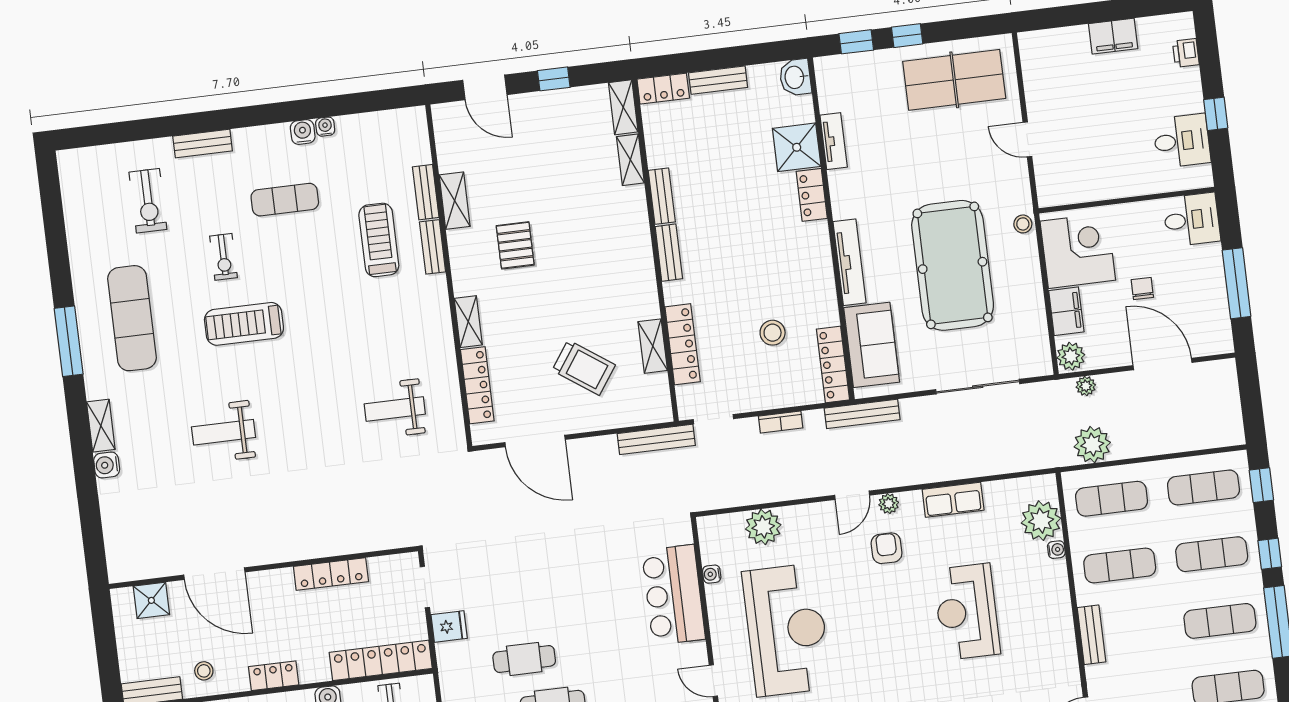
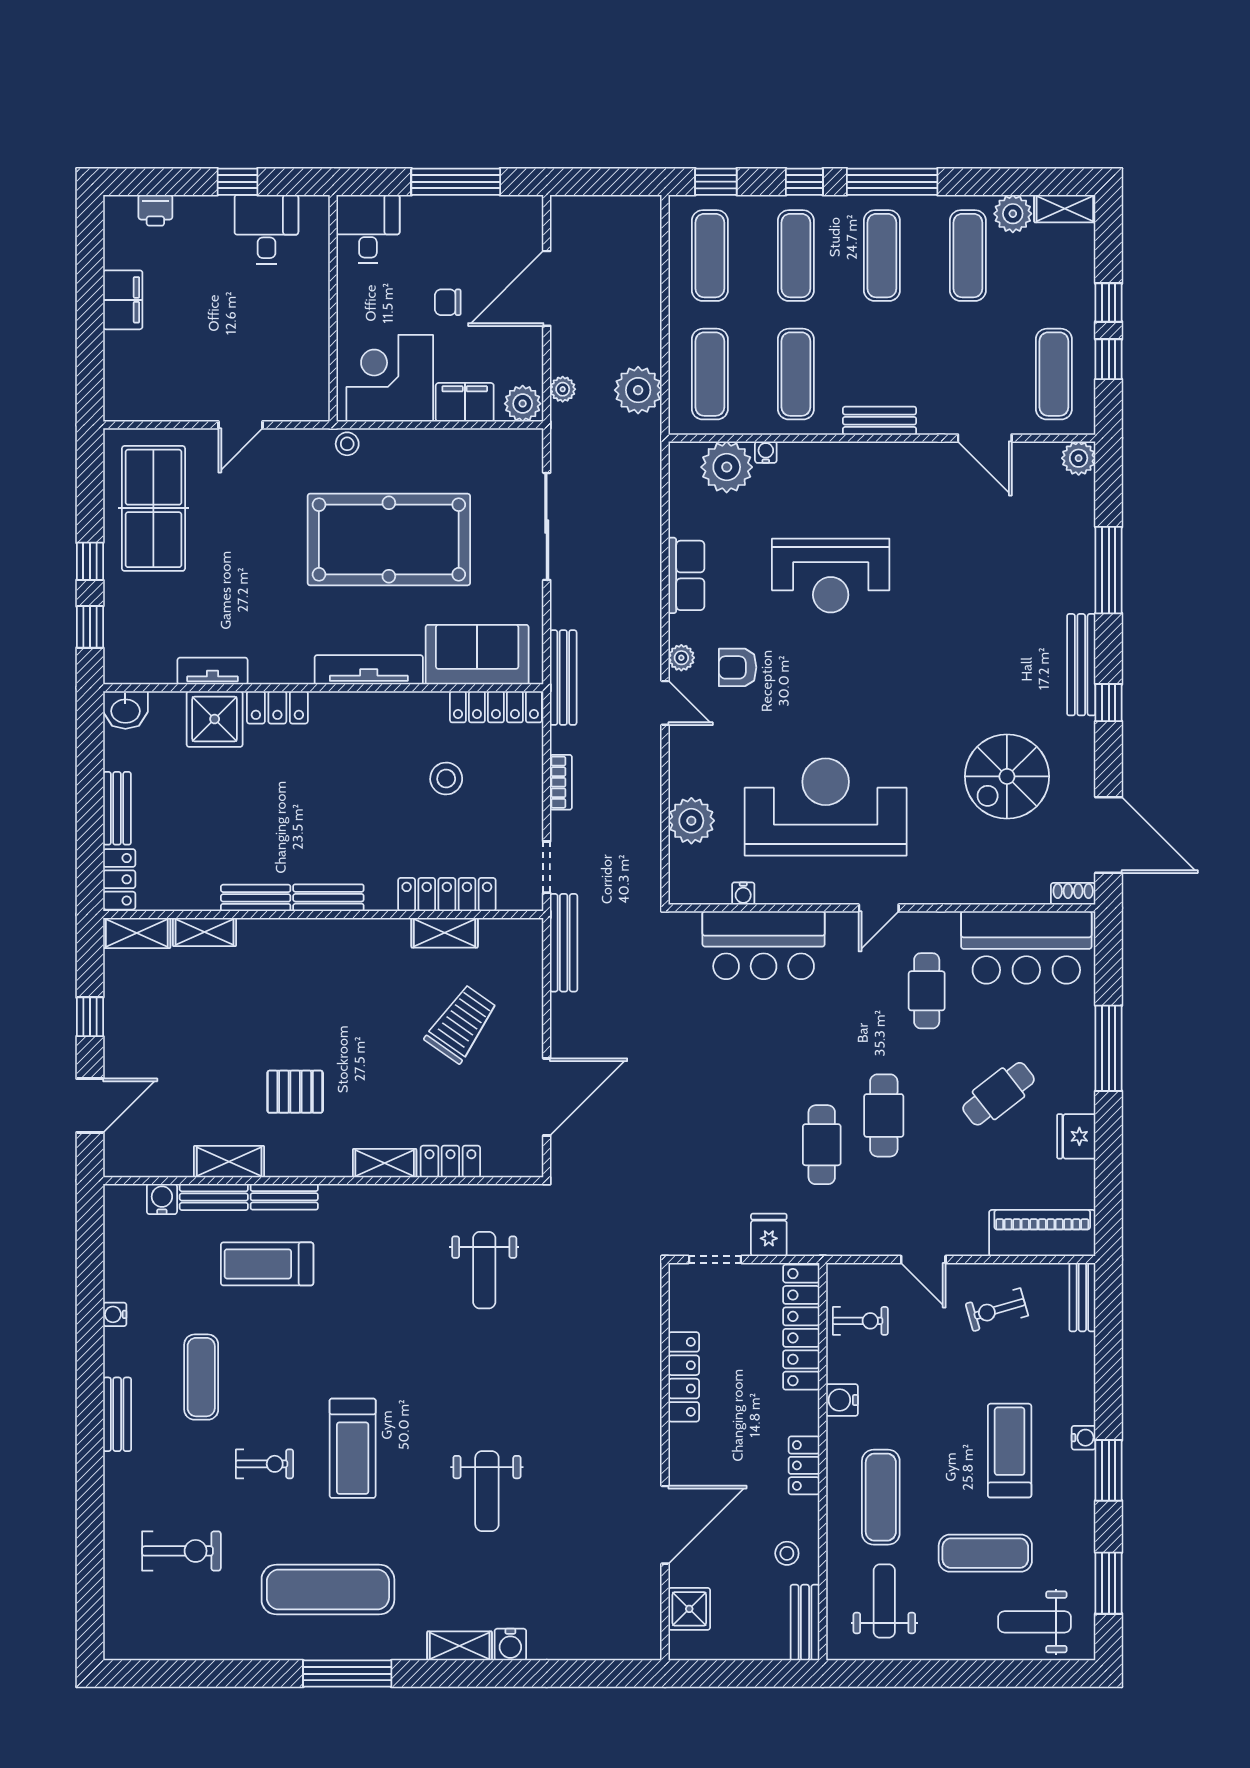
water cooler: (303, 132) -> (162, 1199), moved, turned 90
bench: (203, 143) -> (117, 1414), moved
locker: (477, 385) -> (450, 1162), width x0.66

